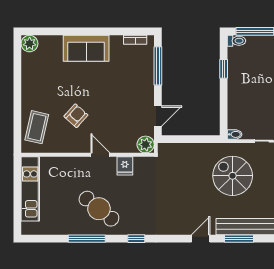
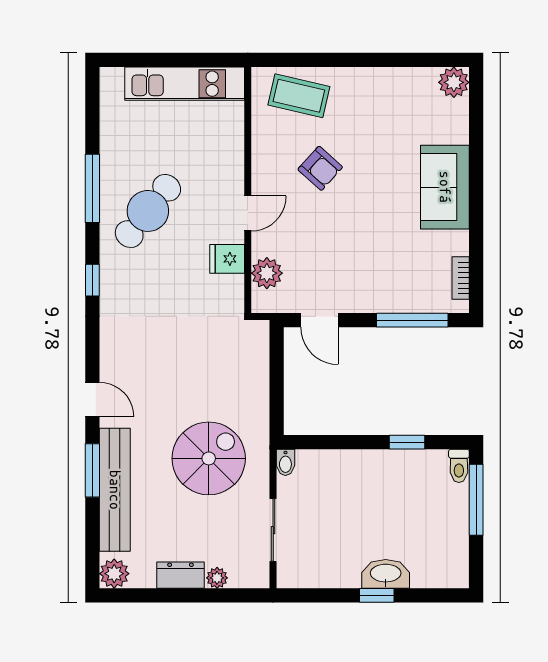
plant: (146, 144) -> (267, 273), moved

